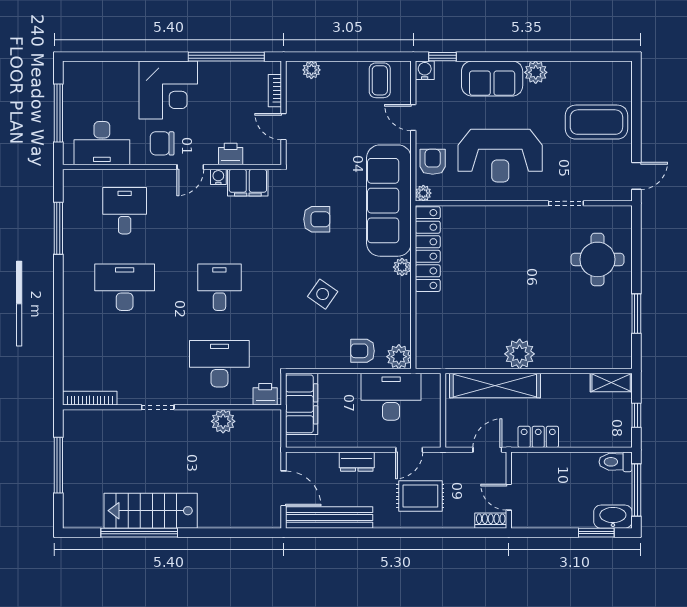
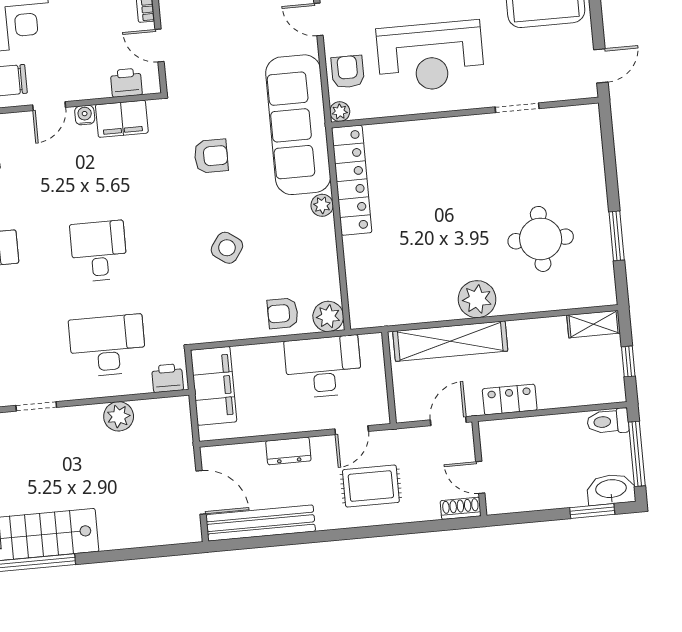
printer: (231, 154) -> (126, 83), moved
round table: (597, 259) -> (541, 239), moved

